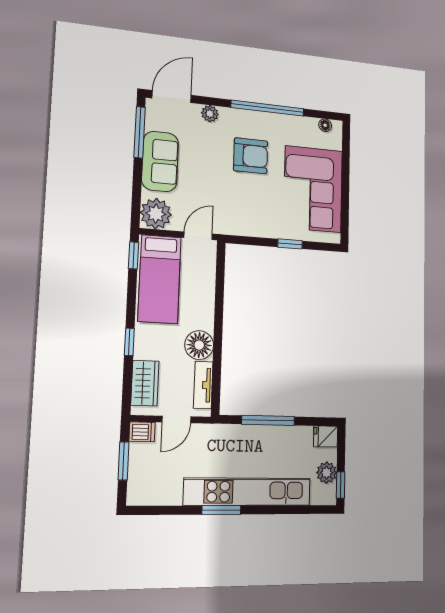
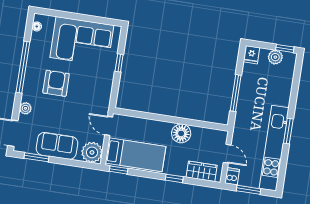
window: (140, 132) -> (37, 157), width x0.69
tv unit: (203, 385) -> (207, 134), removed
kitchen unit: (248, 492) -> (274, 148), moved

